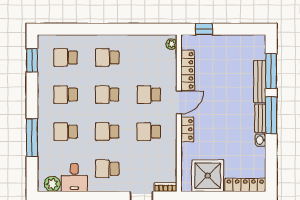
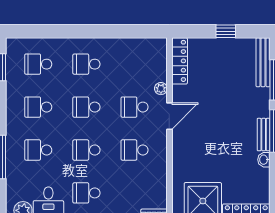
window: (204, 29) -> (226, 31), moved
plant: (171, 44) -> (161, 89), moved
locker: (188, 70) -> (180, 61), moved
bench: (260, 82) -> (263, 62), moved
locker: (187, 129) -> (179, 147), removed

